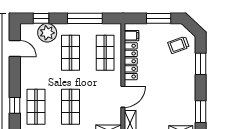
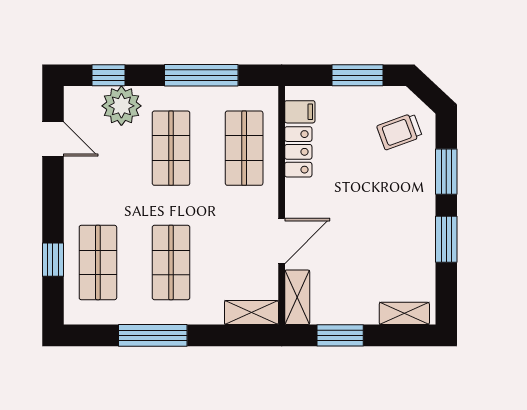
locker: (131, 61) -> (298, 152), width x0.66
window: (201, 112) -> (446, 239), moved

